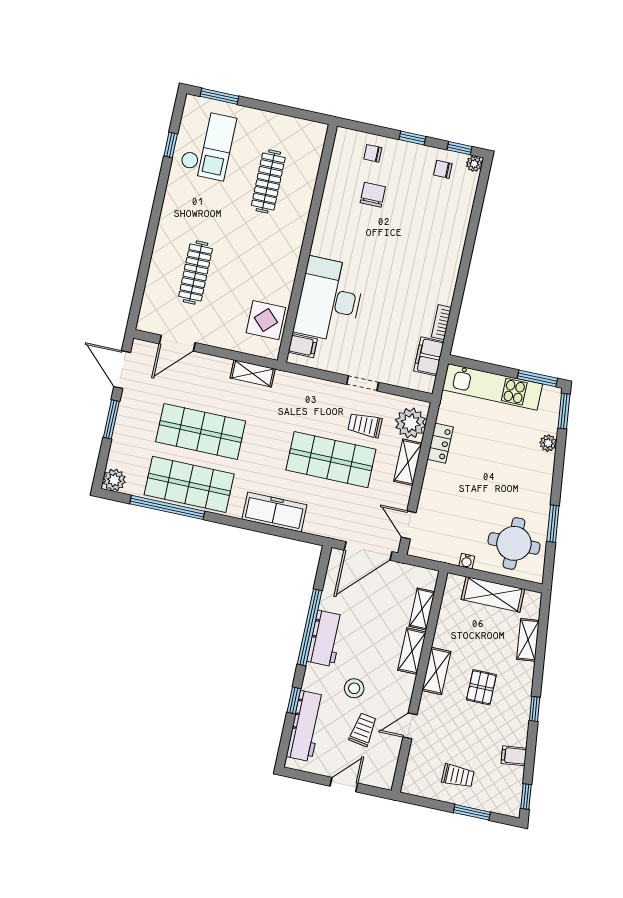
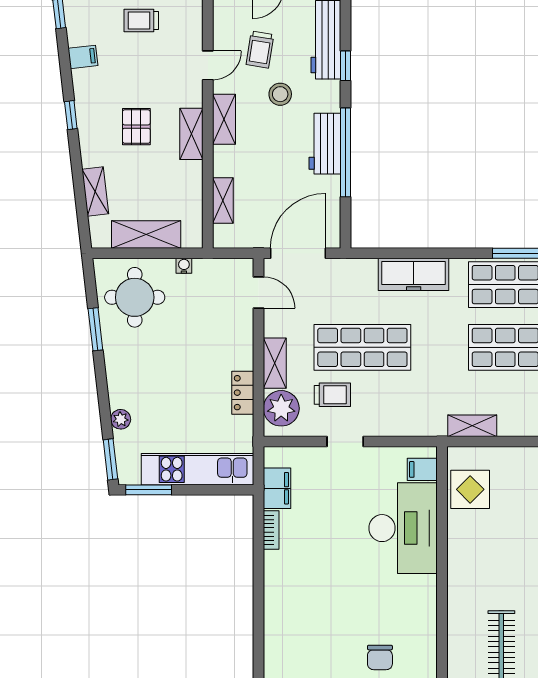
shelving: (412, 651) -> (224, 119), moved

